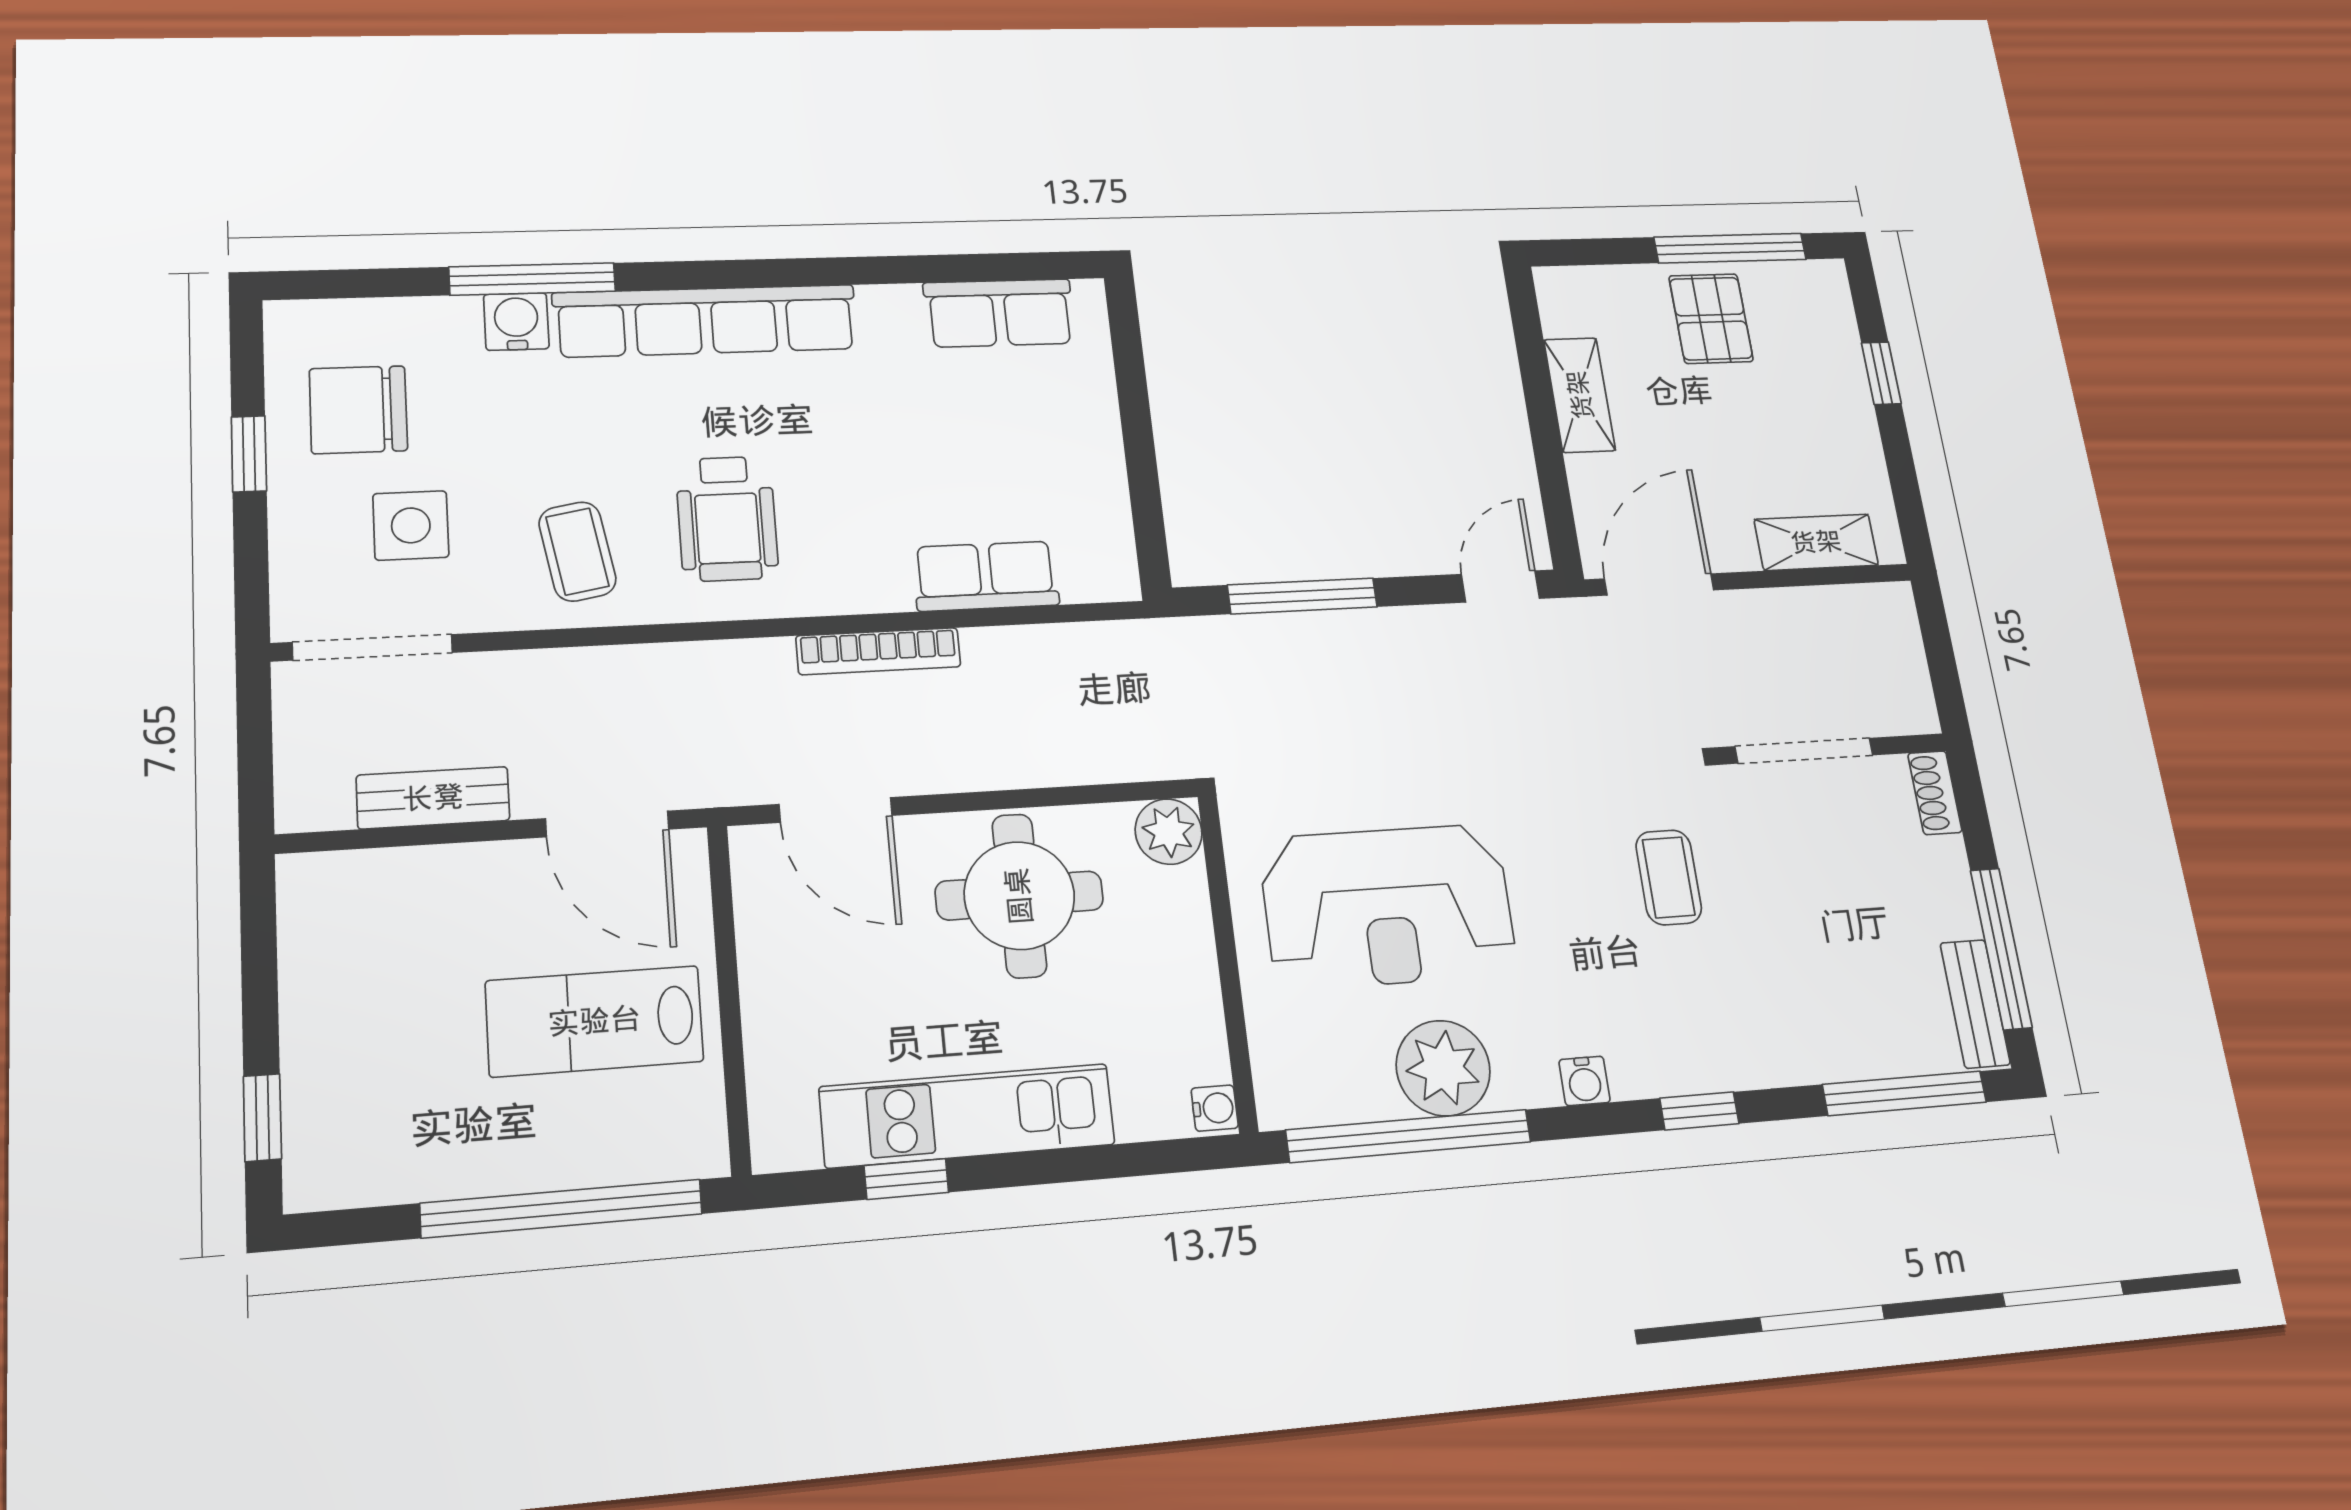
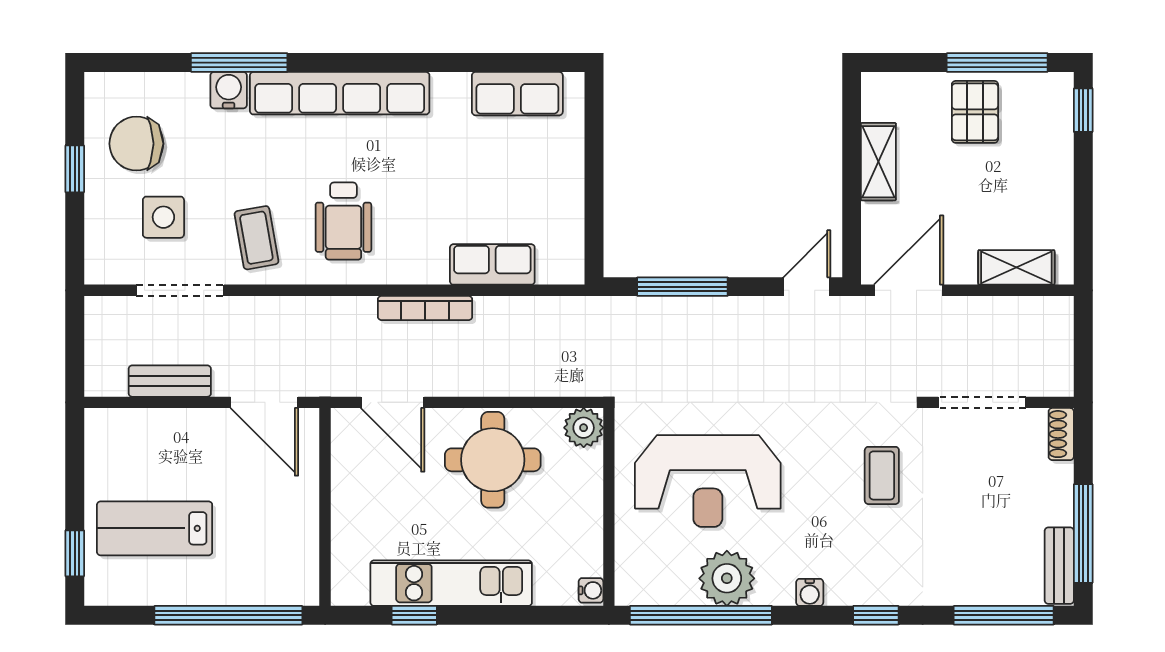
window: (1881, 373) -> (1083, 110), moved
doorway: (373, 647) -> (180, 290), moved
lab bench: (595, 1021) -> (155, 528), moved

